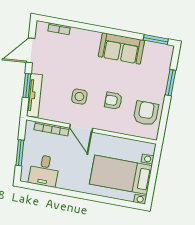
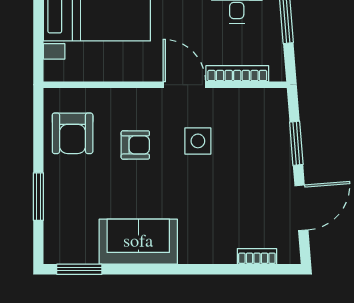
tv unit: (34, 95) -> (279, 128), removed

